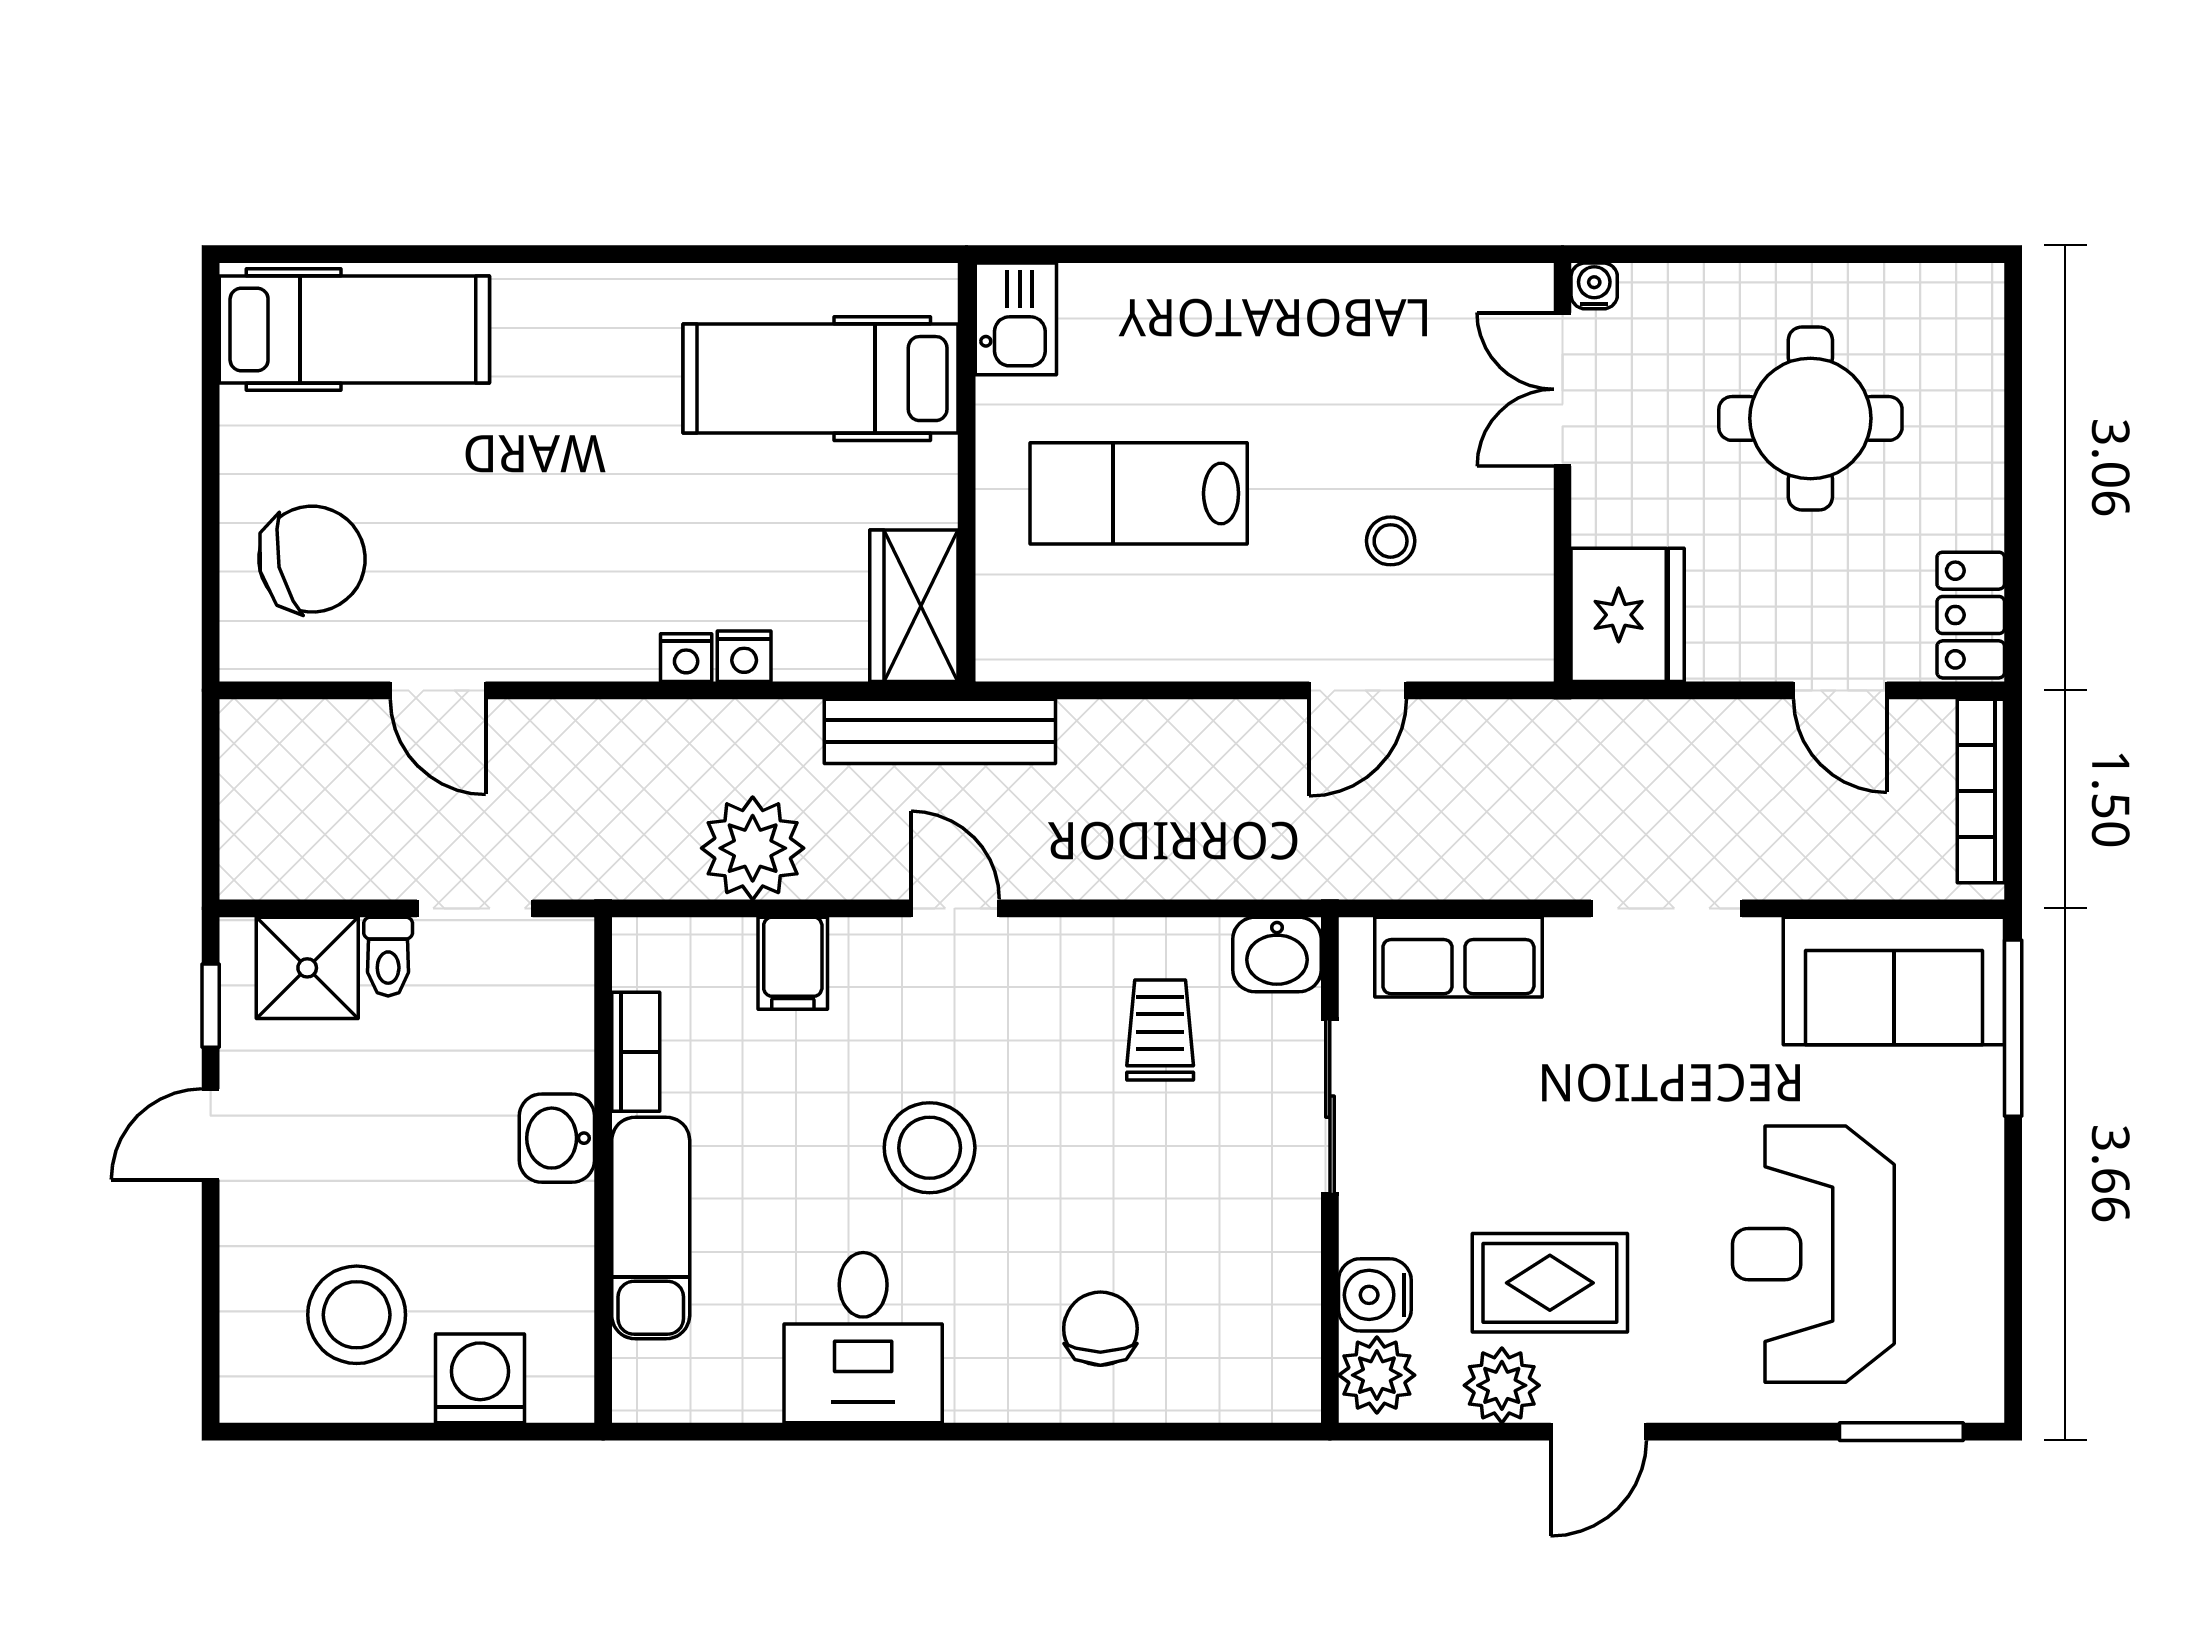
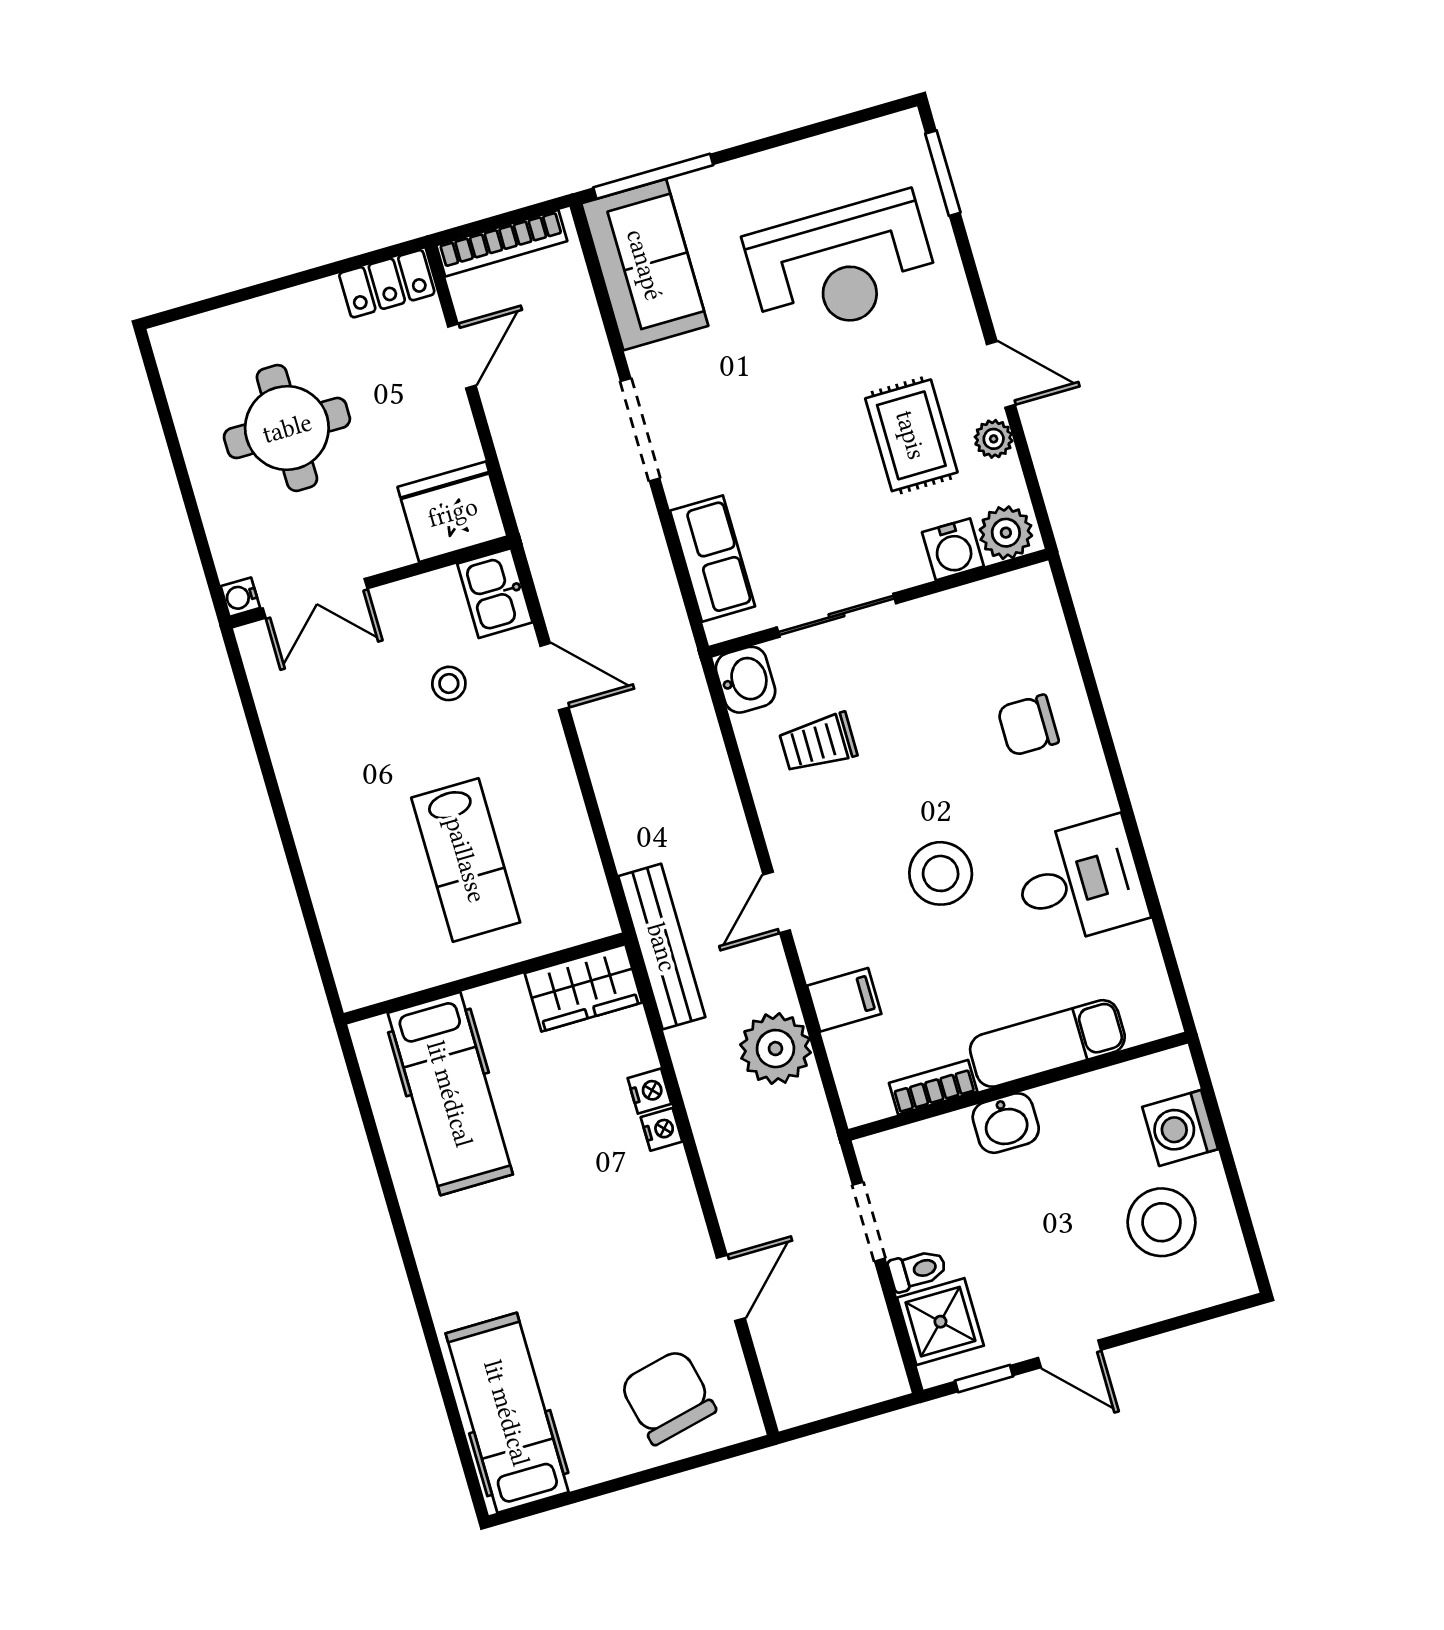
kitchen sink: (1016, 319) -> (495, 593), moved, turned -90
plant: (1502, 1385) -> (994, 439), width x0.73, depth x0.73

